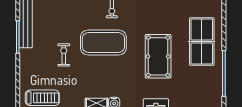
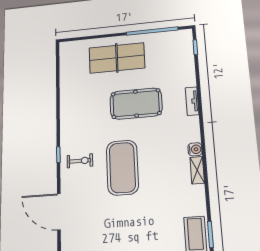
exercise bike: (64, 55) -> (140, 214), removed

